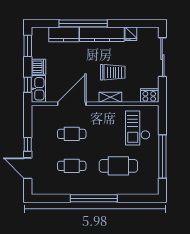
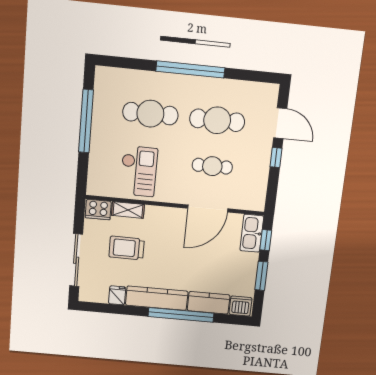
window: (28, 46) -> (261, 276), moved
dishwasher: (38, 67) -> (240, 306), moved, turned 90
trolley: (113, 72) -> (127, 248), moved
shelving: (110, 97) -> (128, 210), moved
checkout: (138, 128) -> (139, 171), moved
cafe table: (72, 166) -> (217, 120), width x1.37, depth x1.35

